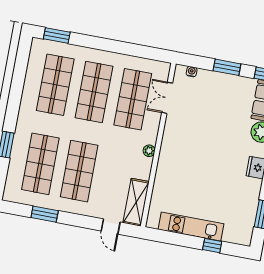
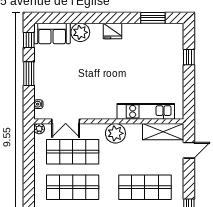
plant: (165, 68) -> (39, 129), added
plant: (149, 151) -> (115, 133), width x1.88, depth x1.88
kitchen unit: (191, 227) -> (146, 111), moved, turned 90

